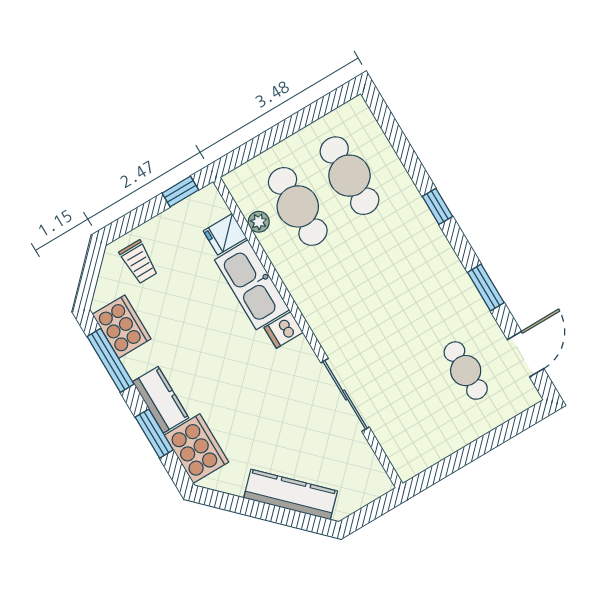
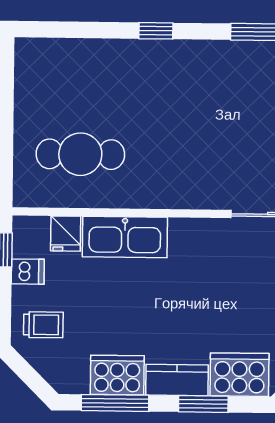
cafe table: (349, 176) -> (81, 92), removed
plant: (259, 222) -> (73, 197), removed
cooker: (122, 327) -> (117, 375), moved
dishwasher: (284, 330) -> (28, 272), moved, turned -90

